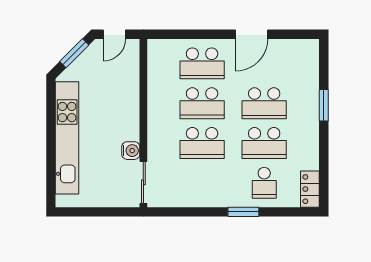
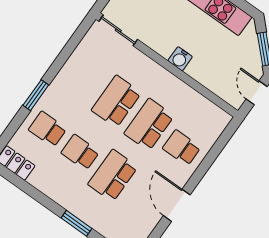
school desk: (202, 63) -> (182, 148), width x0.54
school desk: (264, 143) -> (80, 152), width x0.54
water cooler: (131, 151) -> (180, 59), moved

